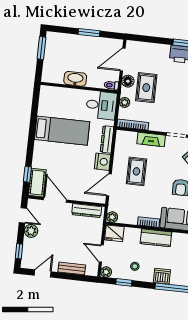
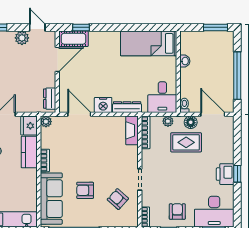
window: (89, 33) -> (237, 76), width x2.11
washbasin: (75, 79) -> (185, 61), width x0.52, depth x0.69
bed: (62, 131) -> (149, 43), moved, turned 90
fireplace: (151, 140) -> (132, 130), moved
rug: (136, 171) -> (97, 142), removed
dresser: (87, 211) -> (50, 99), width x0.70
door: (23, 215) -> (37, 27), swing flipped
kitchen counter: (156, 238) -> (29, 152), moved

